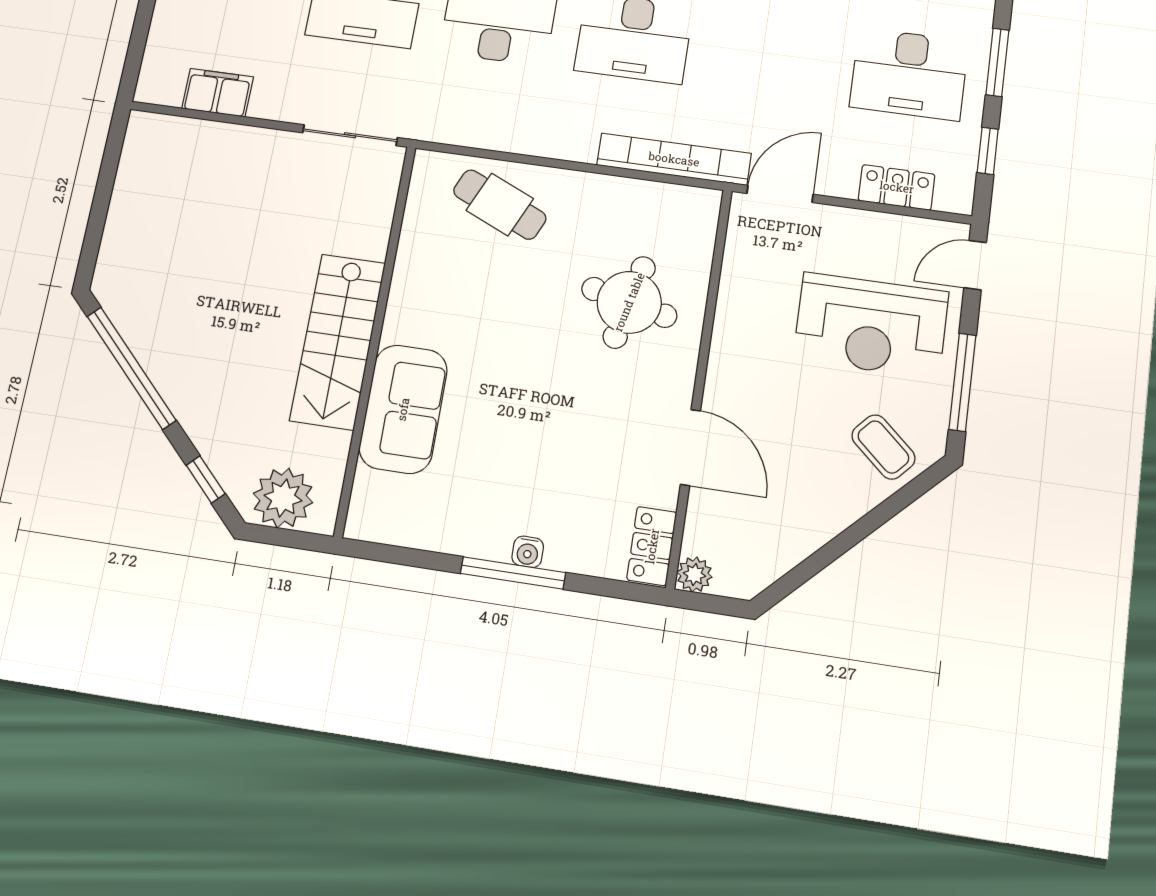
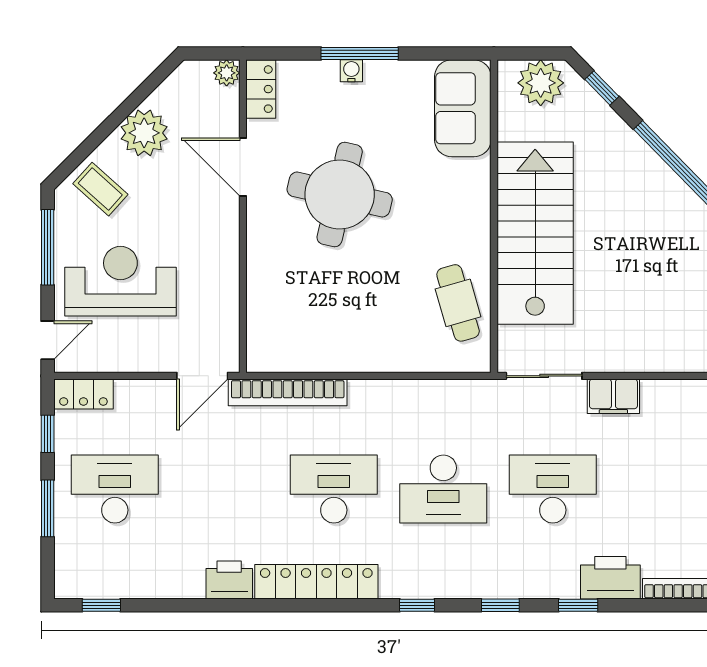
filing cabinet: (218, 93) -> (613, 396), moved
locker: (897, 187) -> (83, 394), moved
cafe table: (500, 205) -> (458, 303), moved, turned 50
round table: (629, 302) -> (340, 194), moved, width x1.36, depth x1.36
stairs: (338, 341) -> (535, 233), width x1.36, depth x1.51
sofa: (403, 409) -> (463, 108), moved
plant: (816, 512) -> (144, 133), added

